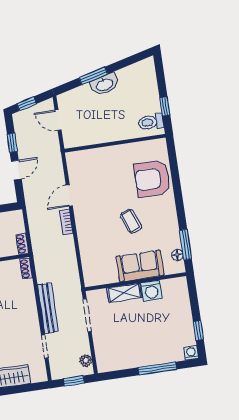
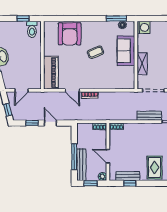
piano: (91, 160) -> (51, 73), added
washing machine: (152, 291) -> (143, 27), moved
bench: (48, 308) -> (149, 116), width x0.73

